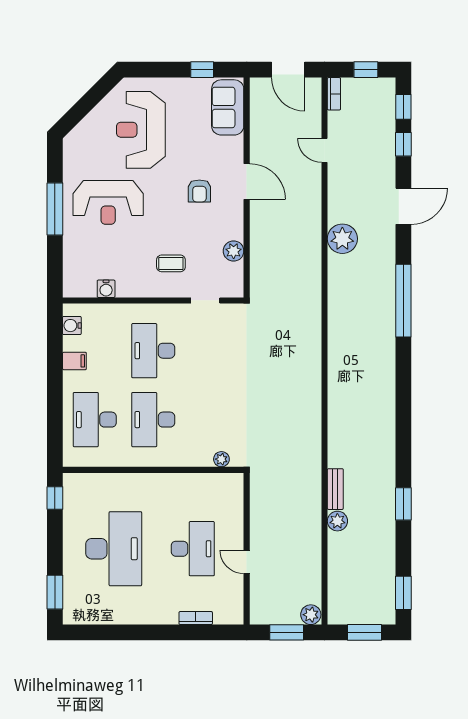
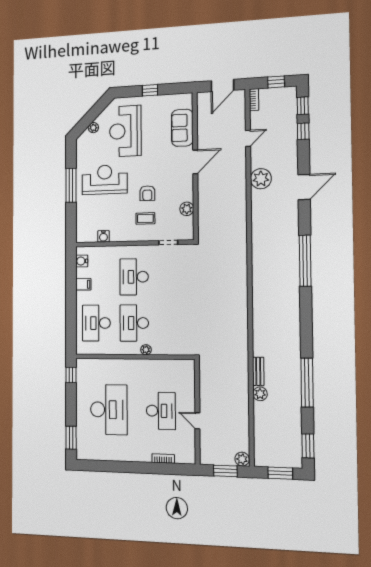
window: (202, 70) -> (150, 90), moved
door: (288, 70) -> (222, 85), hinge flipped
sofa: (228, 107) -> (182, 128), moved
plant: (91, 122) -> (93, 128), added
door: (325, 150) -> (248, 138), swing flipped
door: (247, 181) -> (195, 162), hinge flipped
armchair: (199, 191) -> (147, 193), moved
reception desk: (108, 202) -> (105, 180), turned 180
door: (403, 206) -> (304, 187), moved
plant: (342, 239) -> (261, 179), moved
window: (403, 301) -> (305, 261), moved
plant: (221, 459) -> (146, 350), moved
window: (403, 504) -> (307, 382), width x2.11

